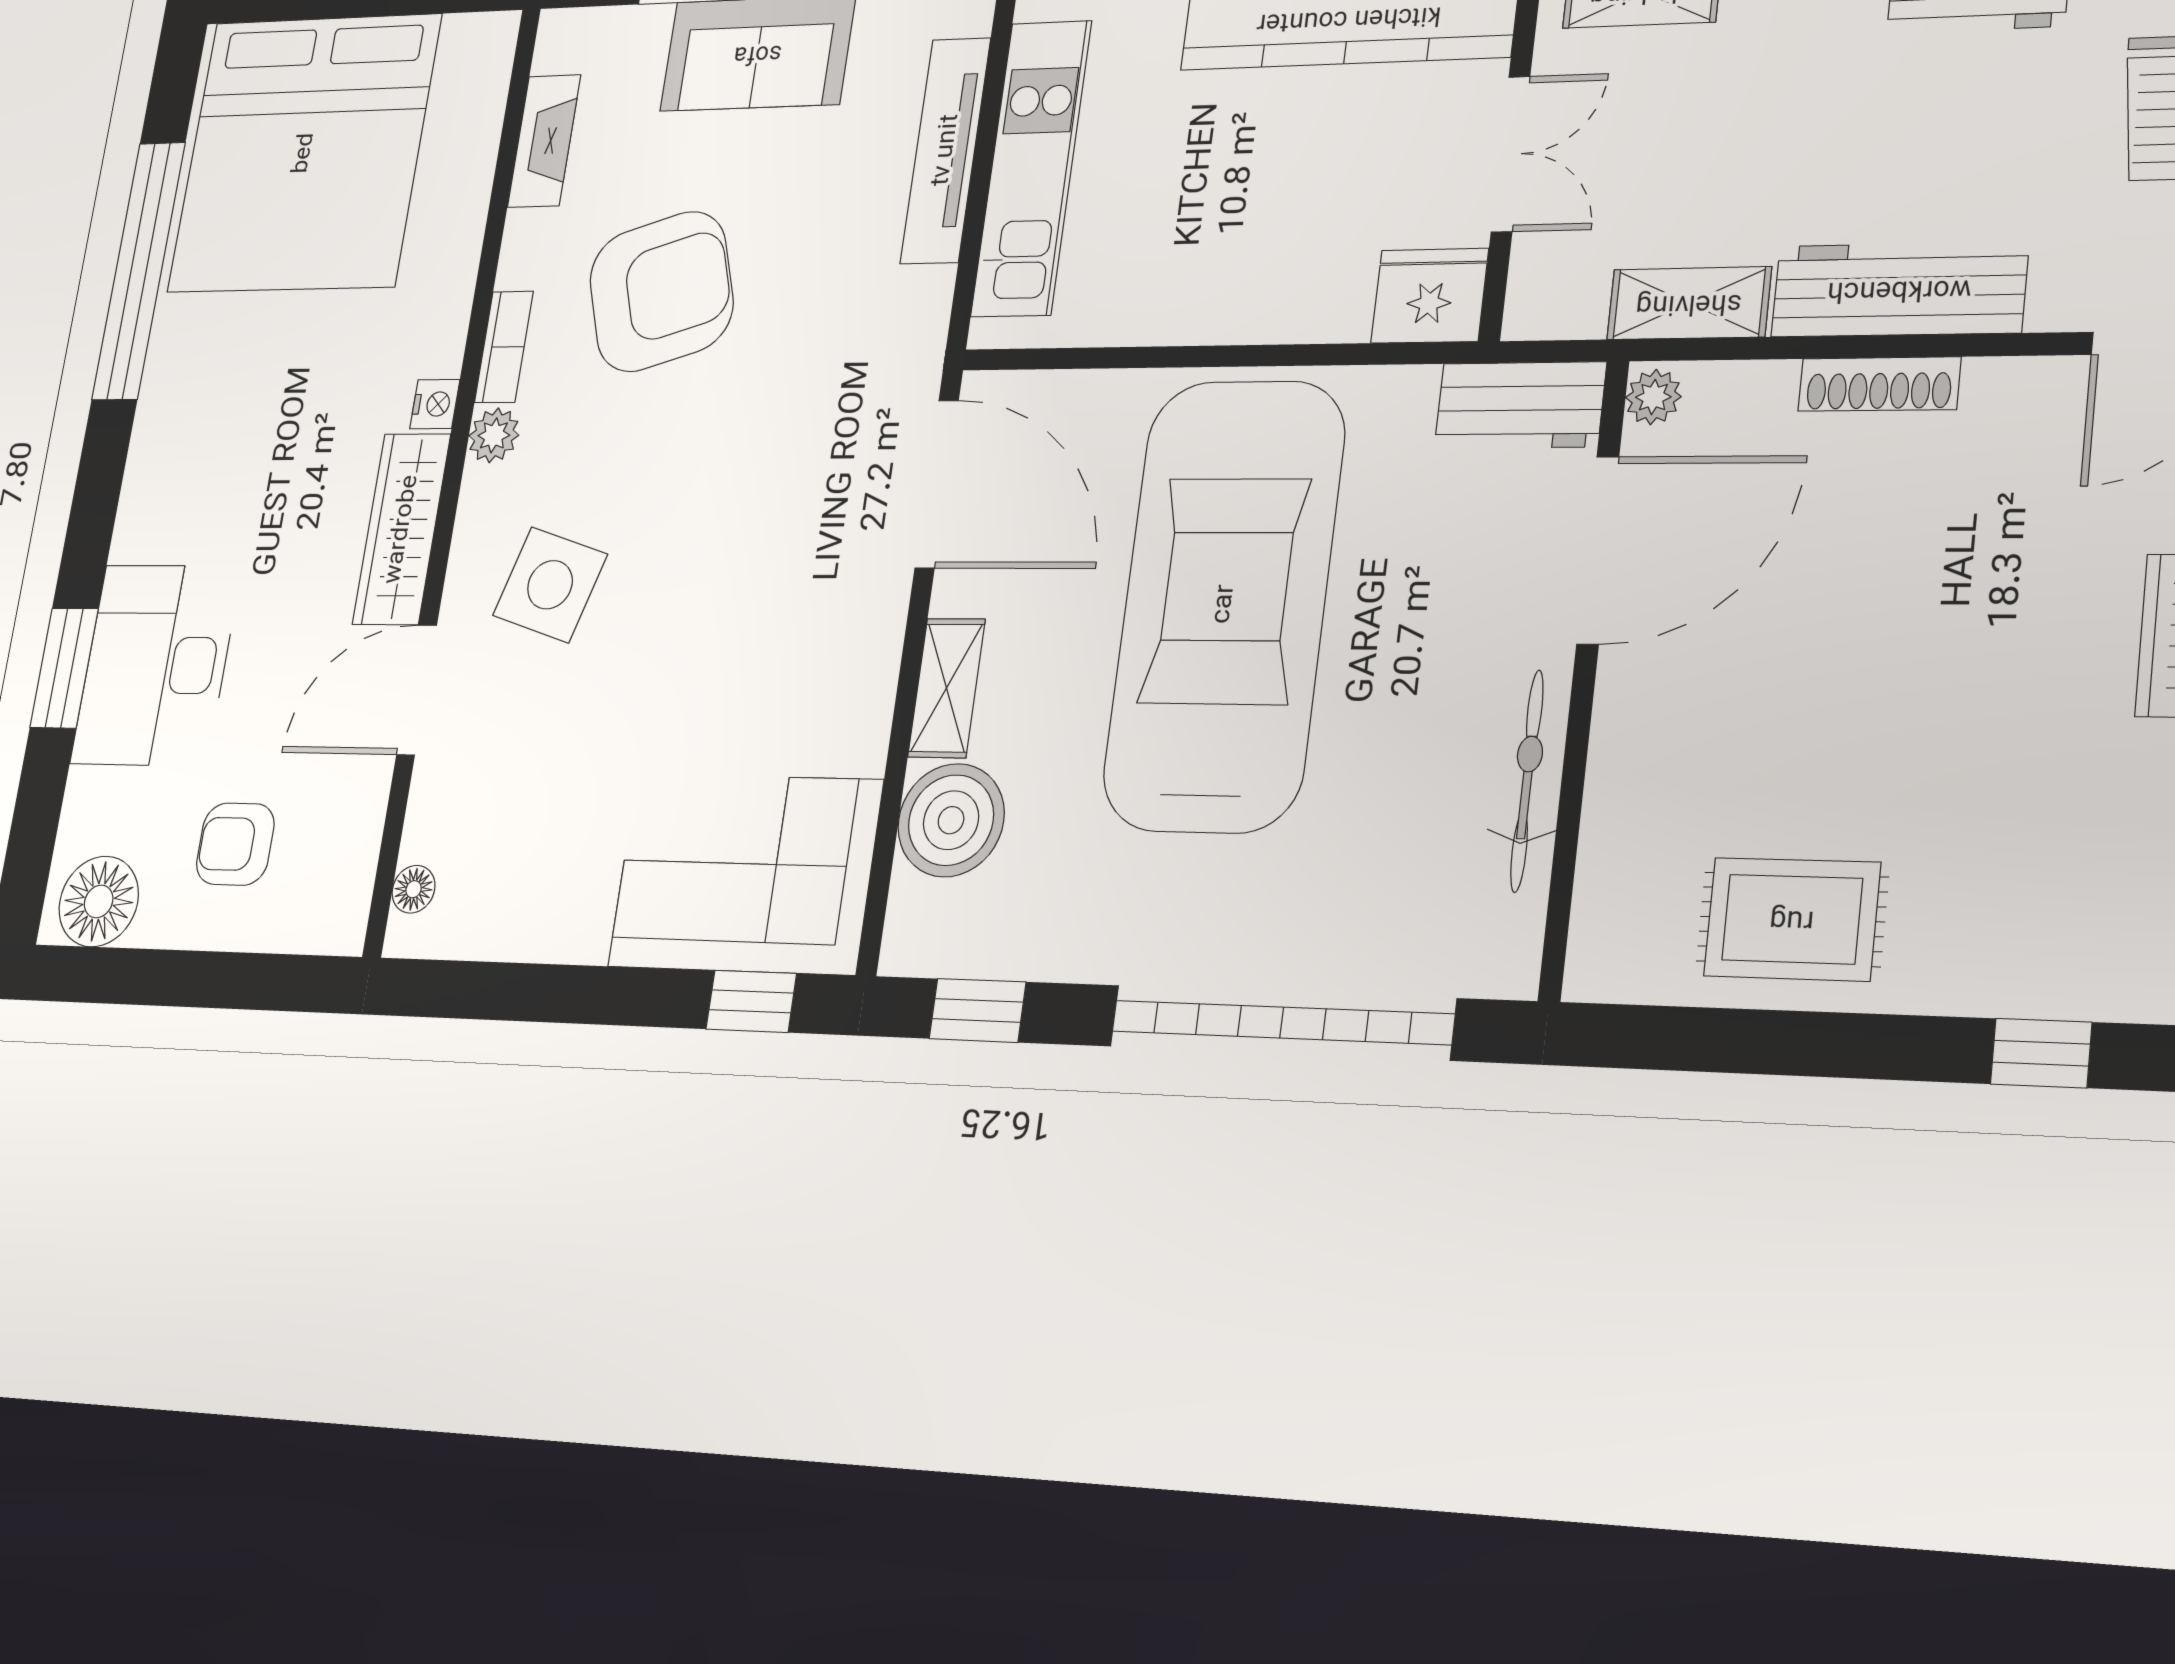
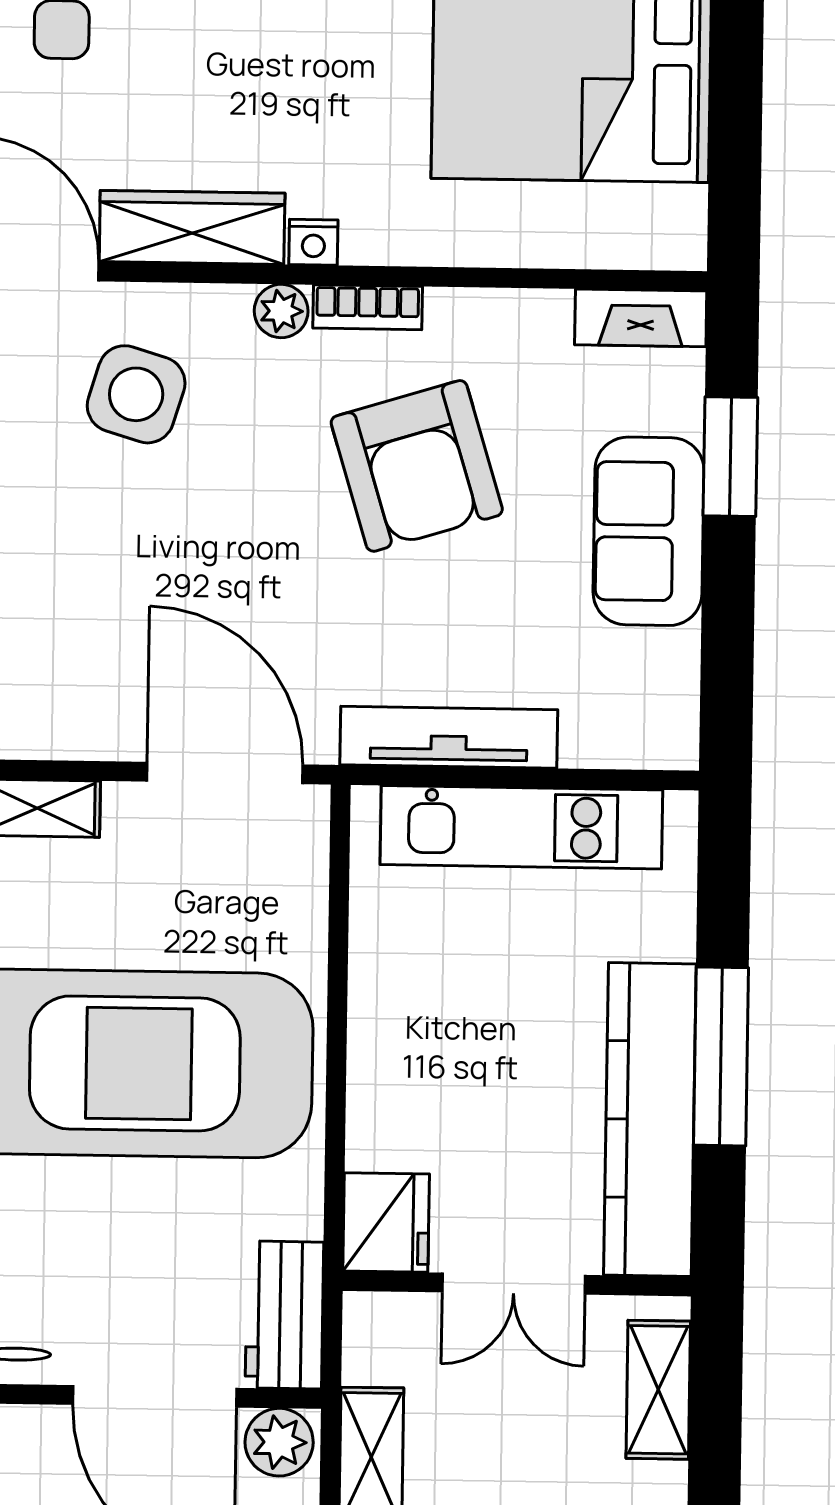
fireplace: (544, 141) -> (641, 318), moved
tv unit: (946, 150) -> (449, 737), moved
plant: (1653, 397) -> (279, 1442), width x1.38, depth x1.38
door: (937, 484) -> (225, 773), swing flipped

